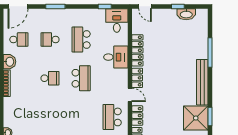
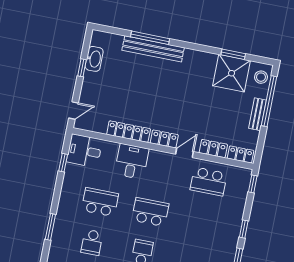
school desk: (81, 39) -> (100, 202), turned 180
bench: (202, 82) -> (153, 49), moved

